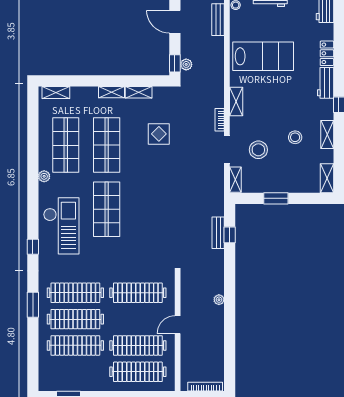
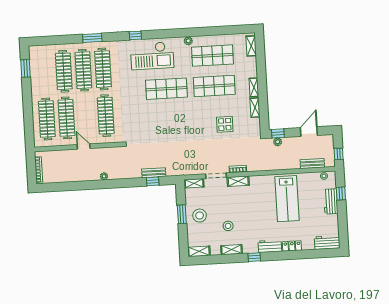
shelving: (236, 101) -> (238, 181), moved
stool: (258, 150) -> (200, 216), moved

